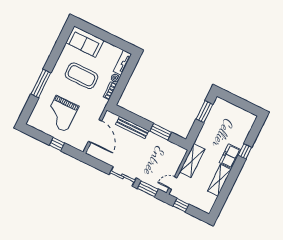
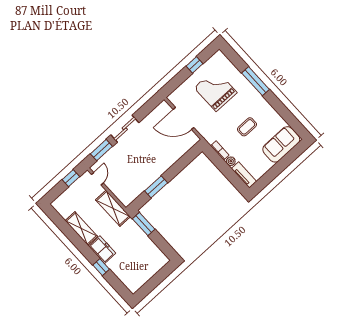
coffee table: (82, 76) -> (247, 127), width x0.54, depth x0.58
window: (204, 112) -> (144, 224), moved
bench: (132, 128) -> (172, 159), removed
window: (57, 144) -> (195, 65), moved

